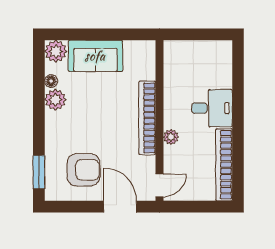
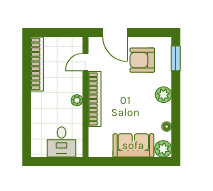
plant: (55, 100) -> (163, 95), moved
desk: (212, 108) -> (62, 142), moved, turned -90
plant: (171, 137) -> (77, 100), moved
door: (160, 185) -> (85, 62), moved

